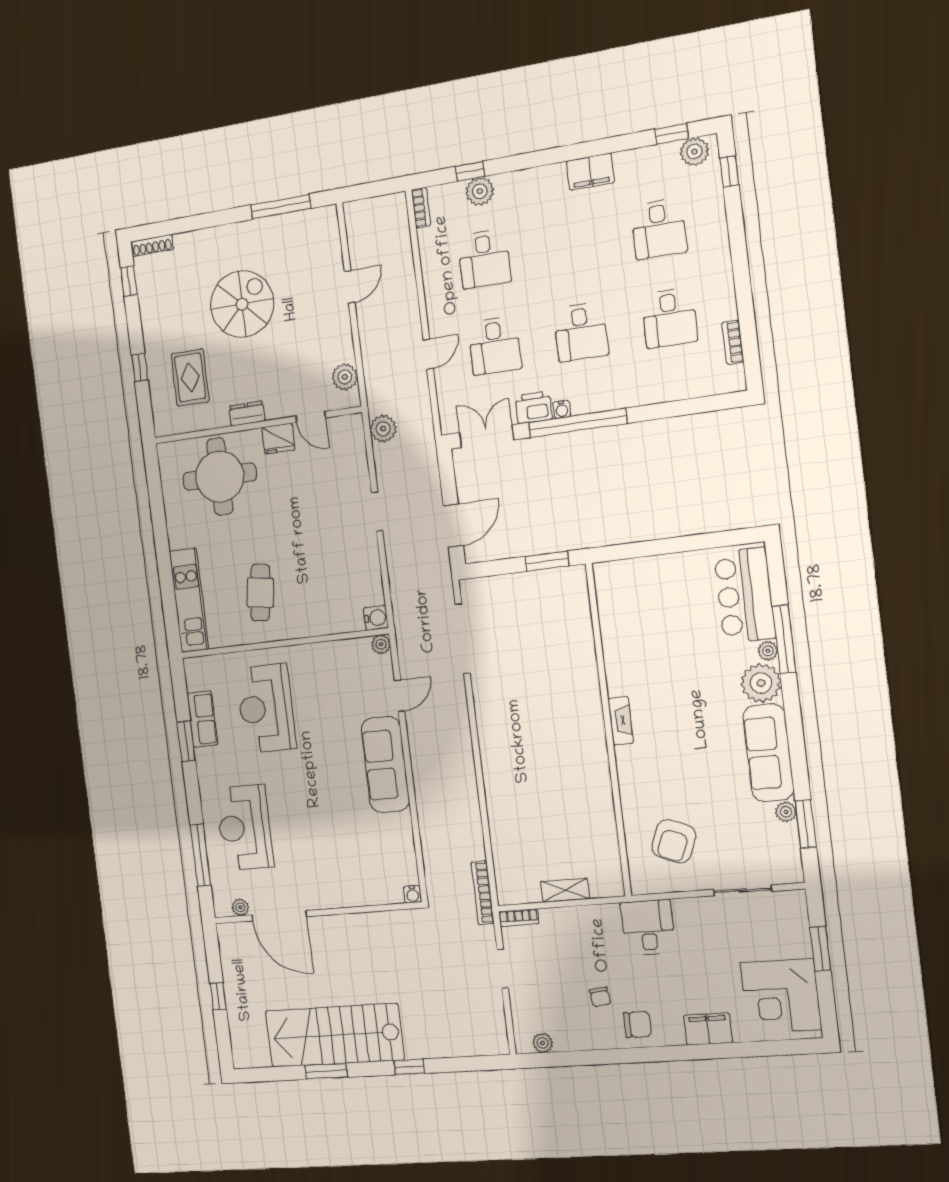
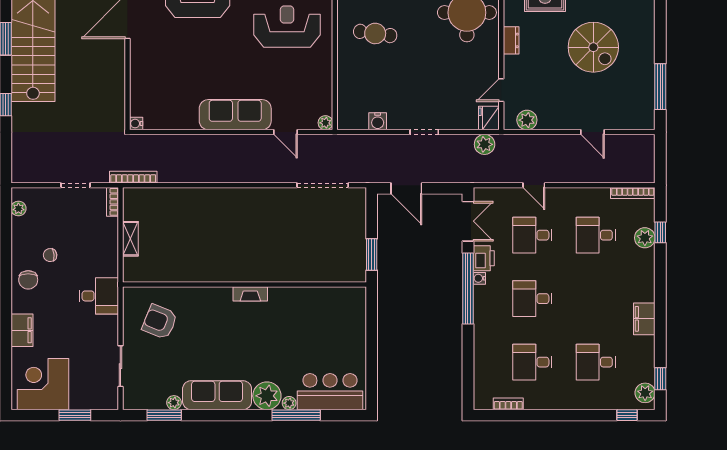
bookcase: (421, 208) -> (633, 193), width x1.56
fridge: (278, 439) -> (489, 118), moved
water cooler: (376, 618) -> (378, 121), moved

